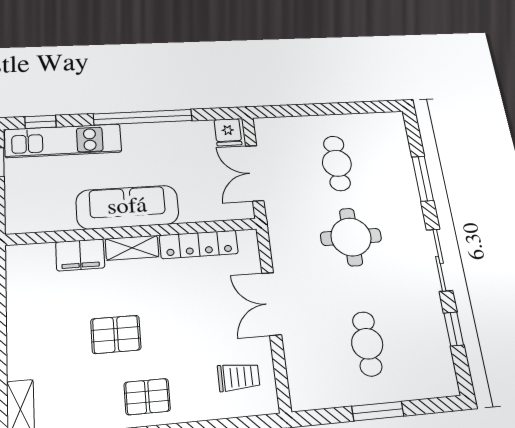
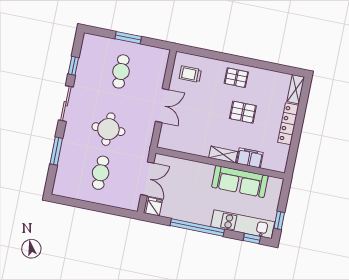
sofa: (127, 207) -> (240, 181), moved
locker: (199, 244) -> (288, 124), moved, turned -90

